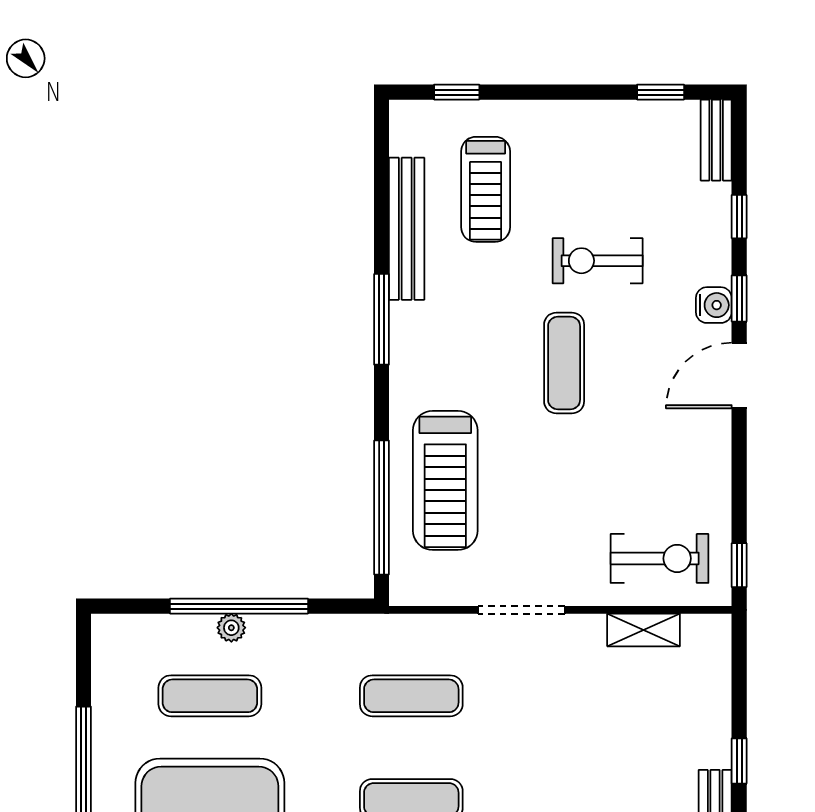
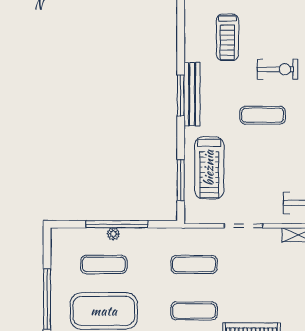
bench: (407, 229) -> (192, 94), moved
exercise bike: (598, 261) -> (278, 69), turned 180
exercise mat: (564, 363) -> (263, 115), turned 90
window: (381, 508) -> (181, 180), width x0.68

